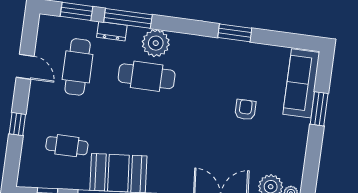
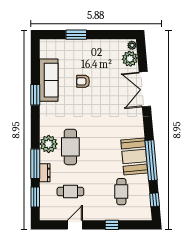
cafe table: (78, 67) -> (70, 192), width x0.73, depth x0.74
sofa: (301, 83) -> (49, 80), moved, turned -90

